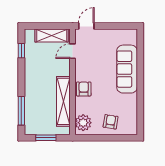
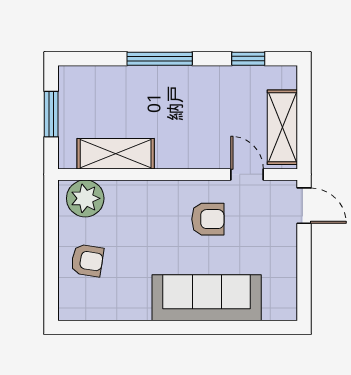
armchair: (84, 89) -> (208, 219), moved
shelving: (63, 101) -> (116, 154), width x0.68
window: (21, 111) -> (160, 59), moved

